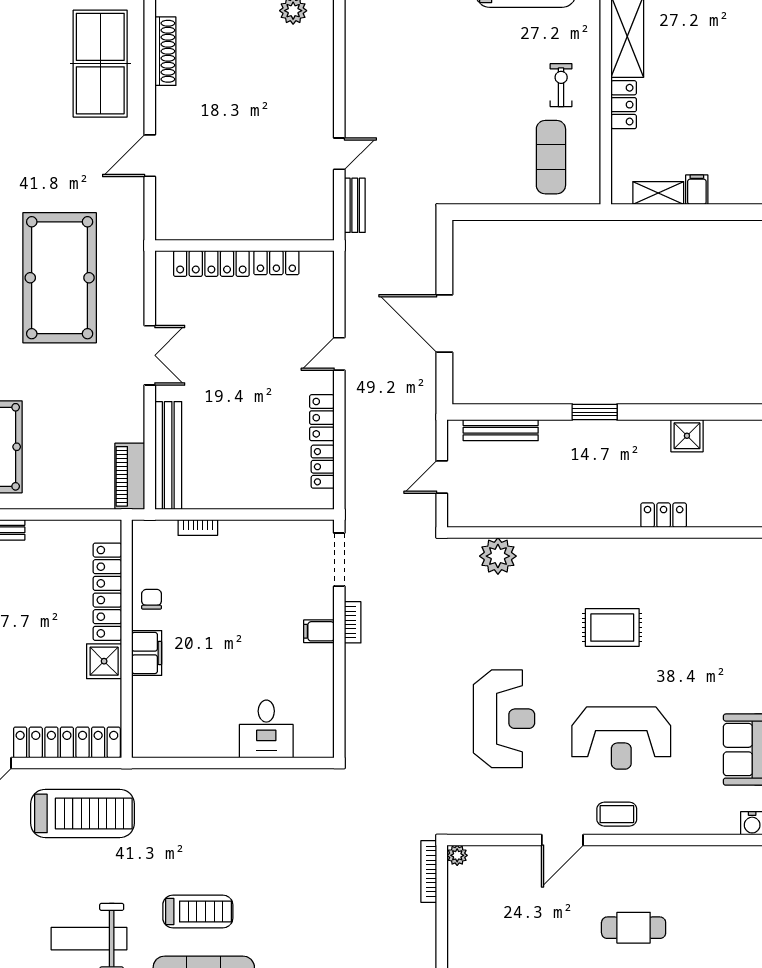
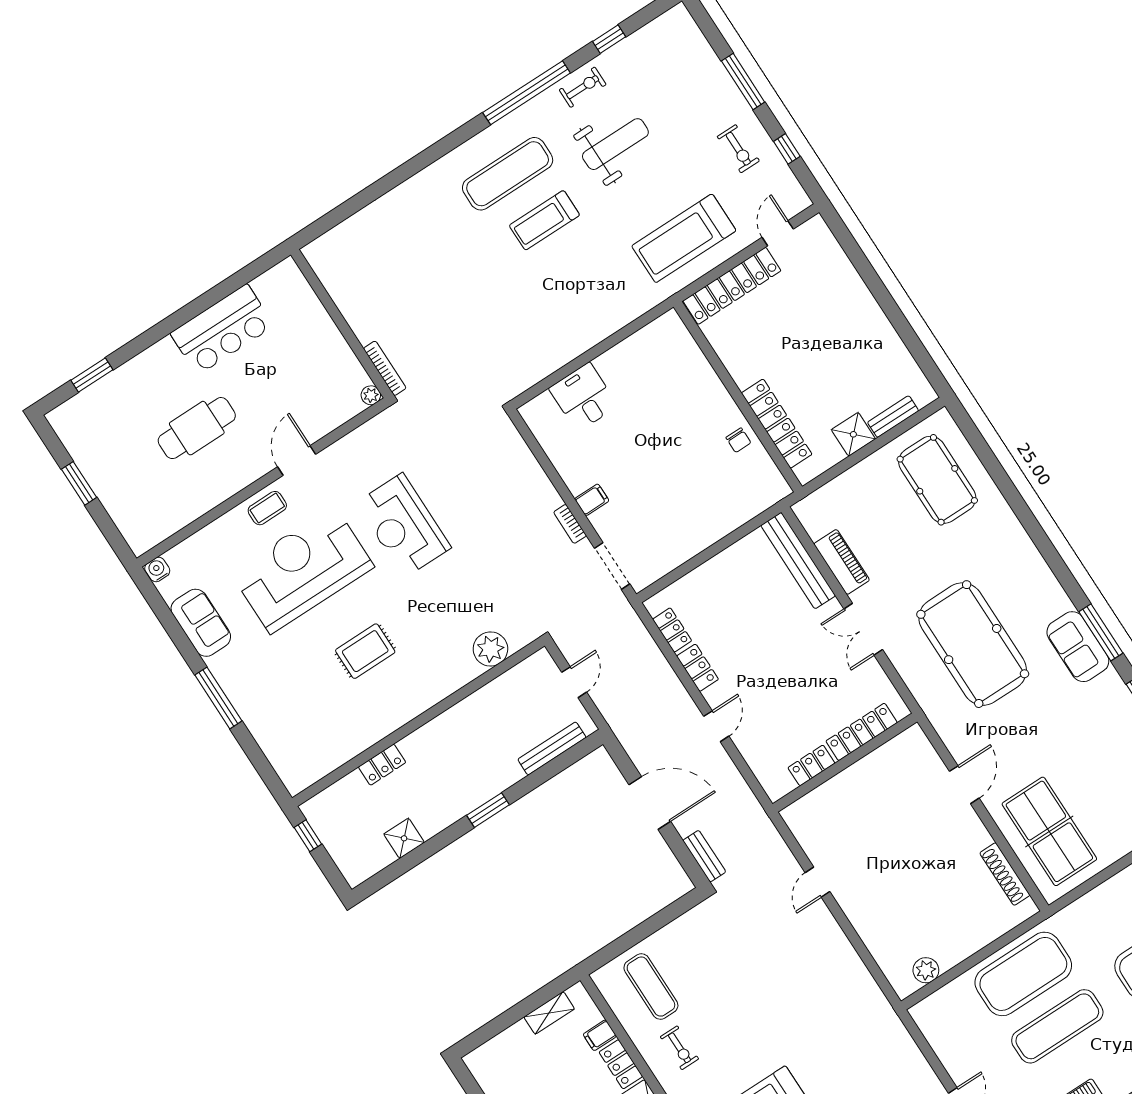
filing cabinet: (697, 190) -> (600, 1035), moved, turned 90
bench: (355, 205) -> (704, 856), moved
piano: (130, 476) -> (842, 562), moved
bookcase: (198, 528) -> (739, 519), removed
filing cabinet: (147, 653) -> (715, 396), removed
shower: (104, 661) -> (853, 434), moved
reception desk: (621, 738) -> (302, 570), width x1.36, depth x1.30
cafe table: (634, 928) -> (197, 428), width x1.37, depth x1.35

